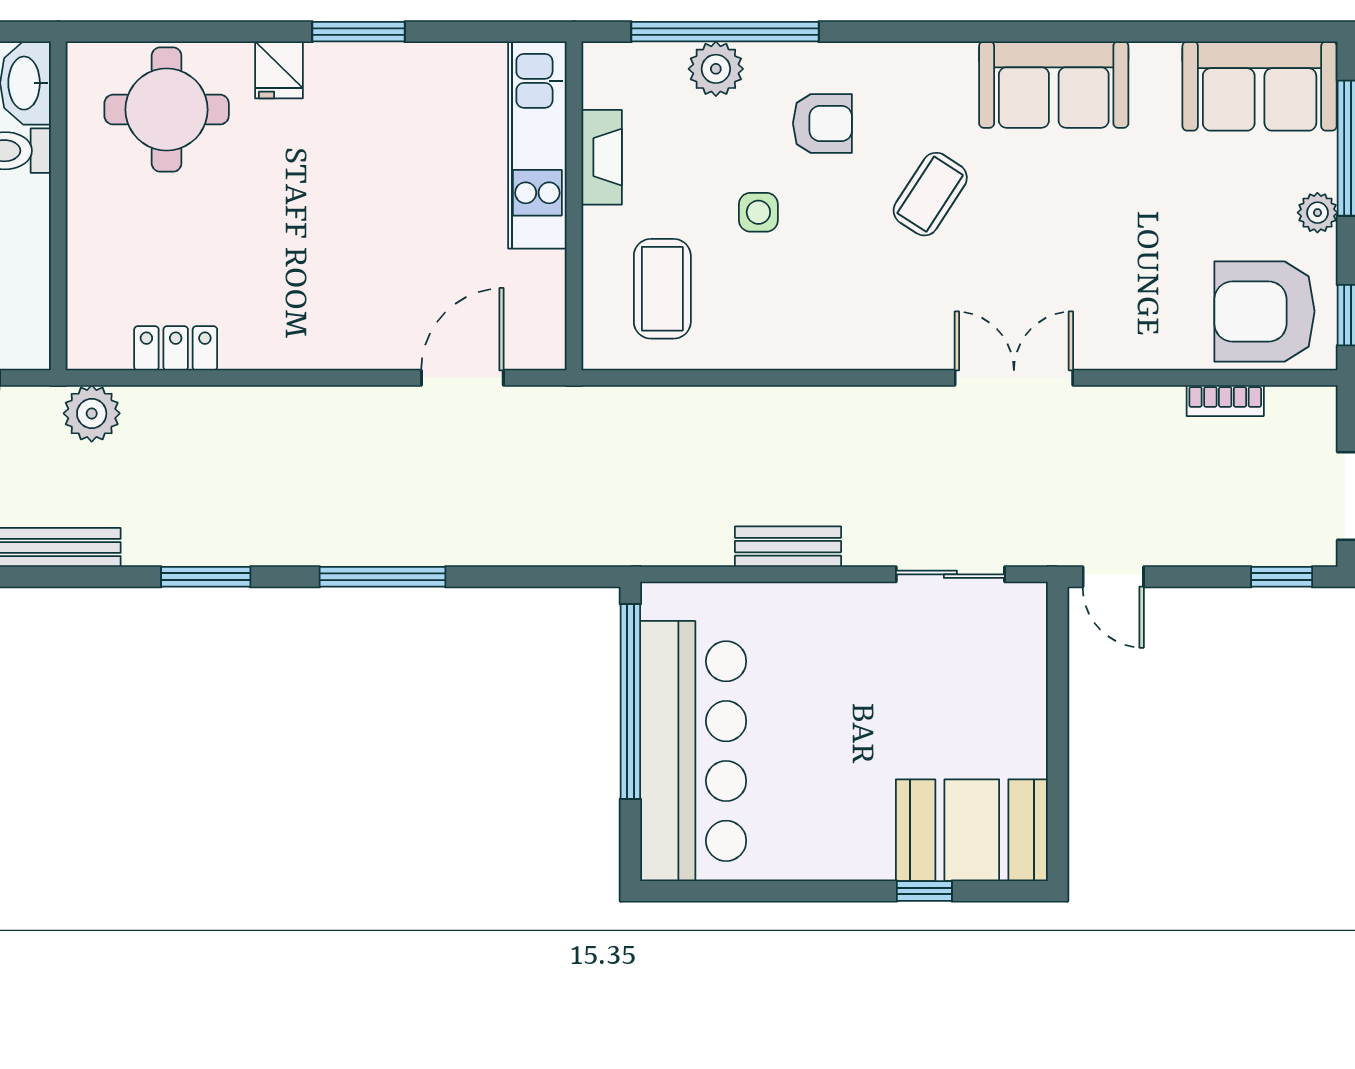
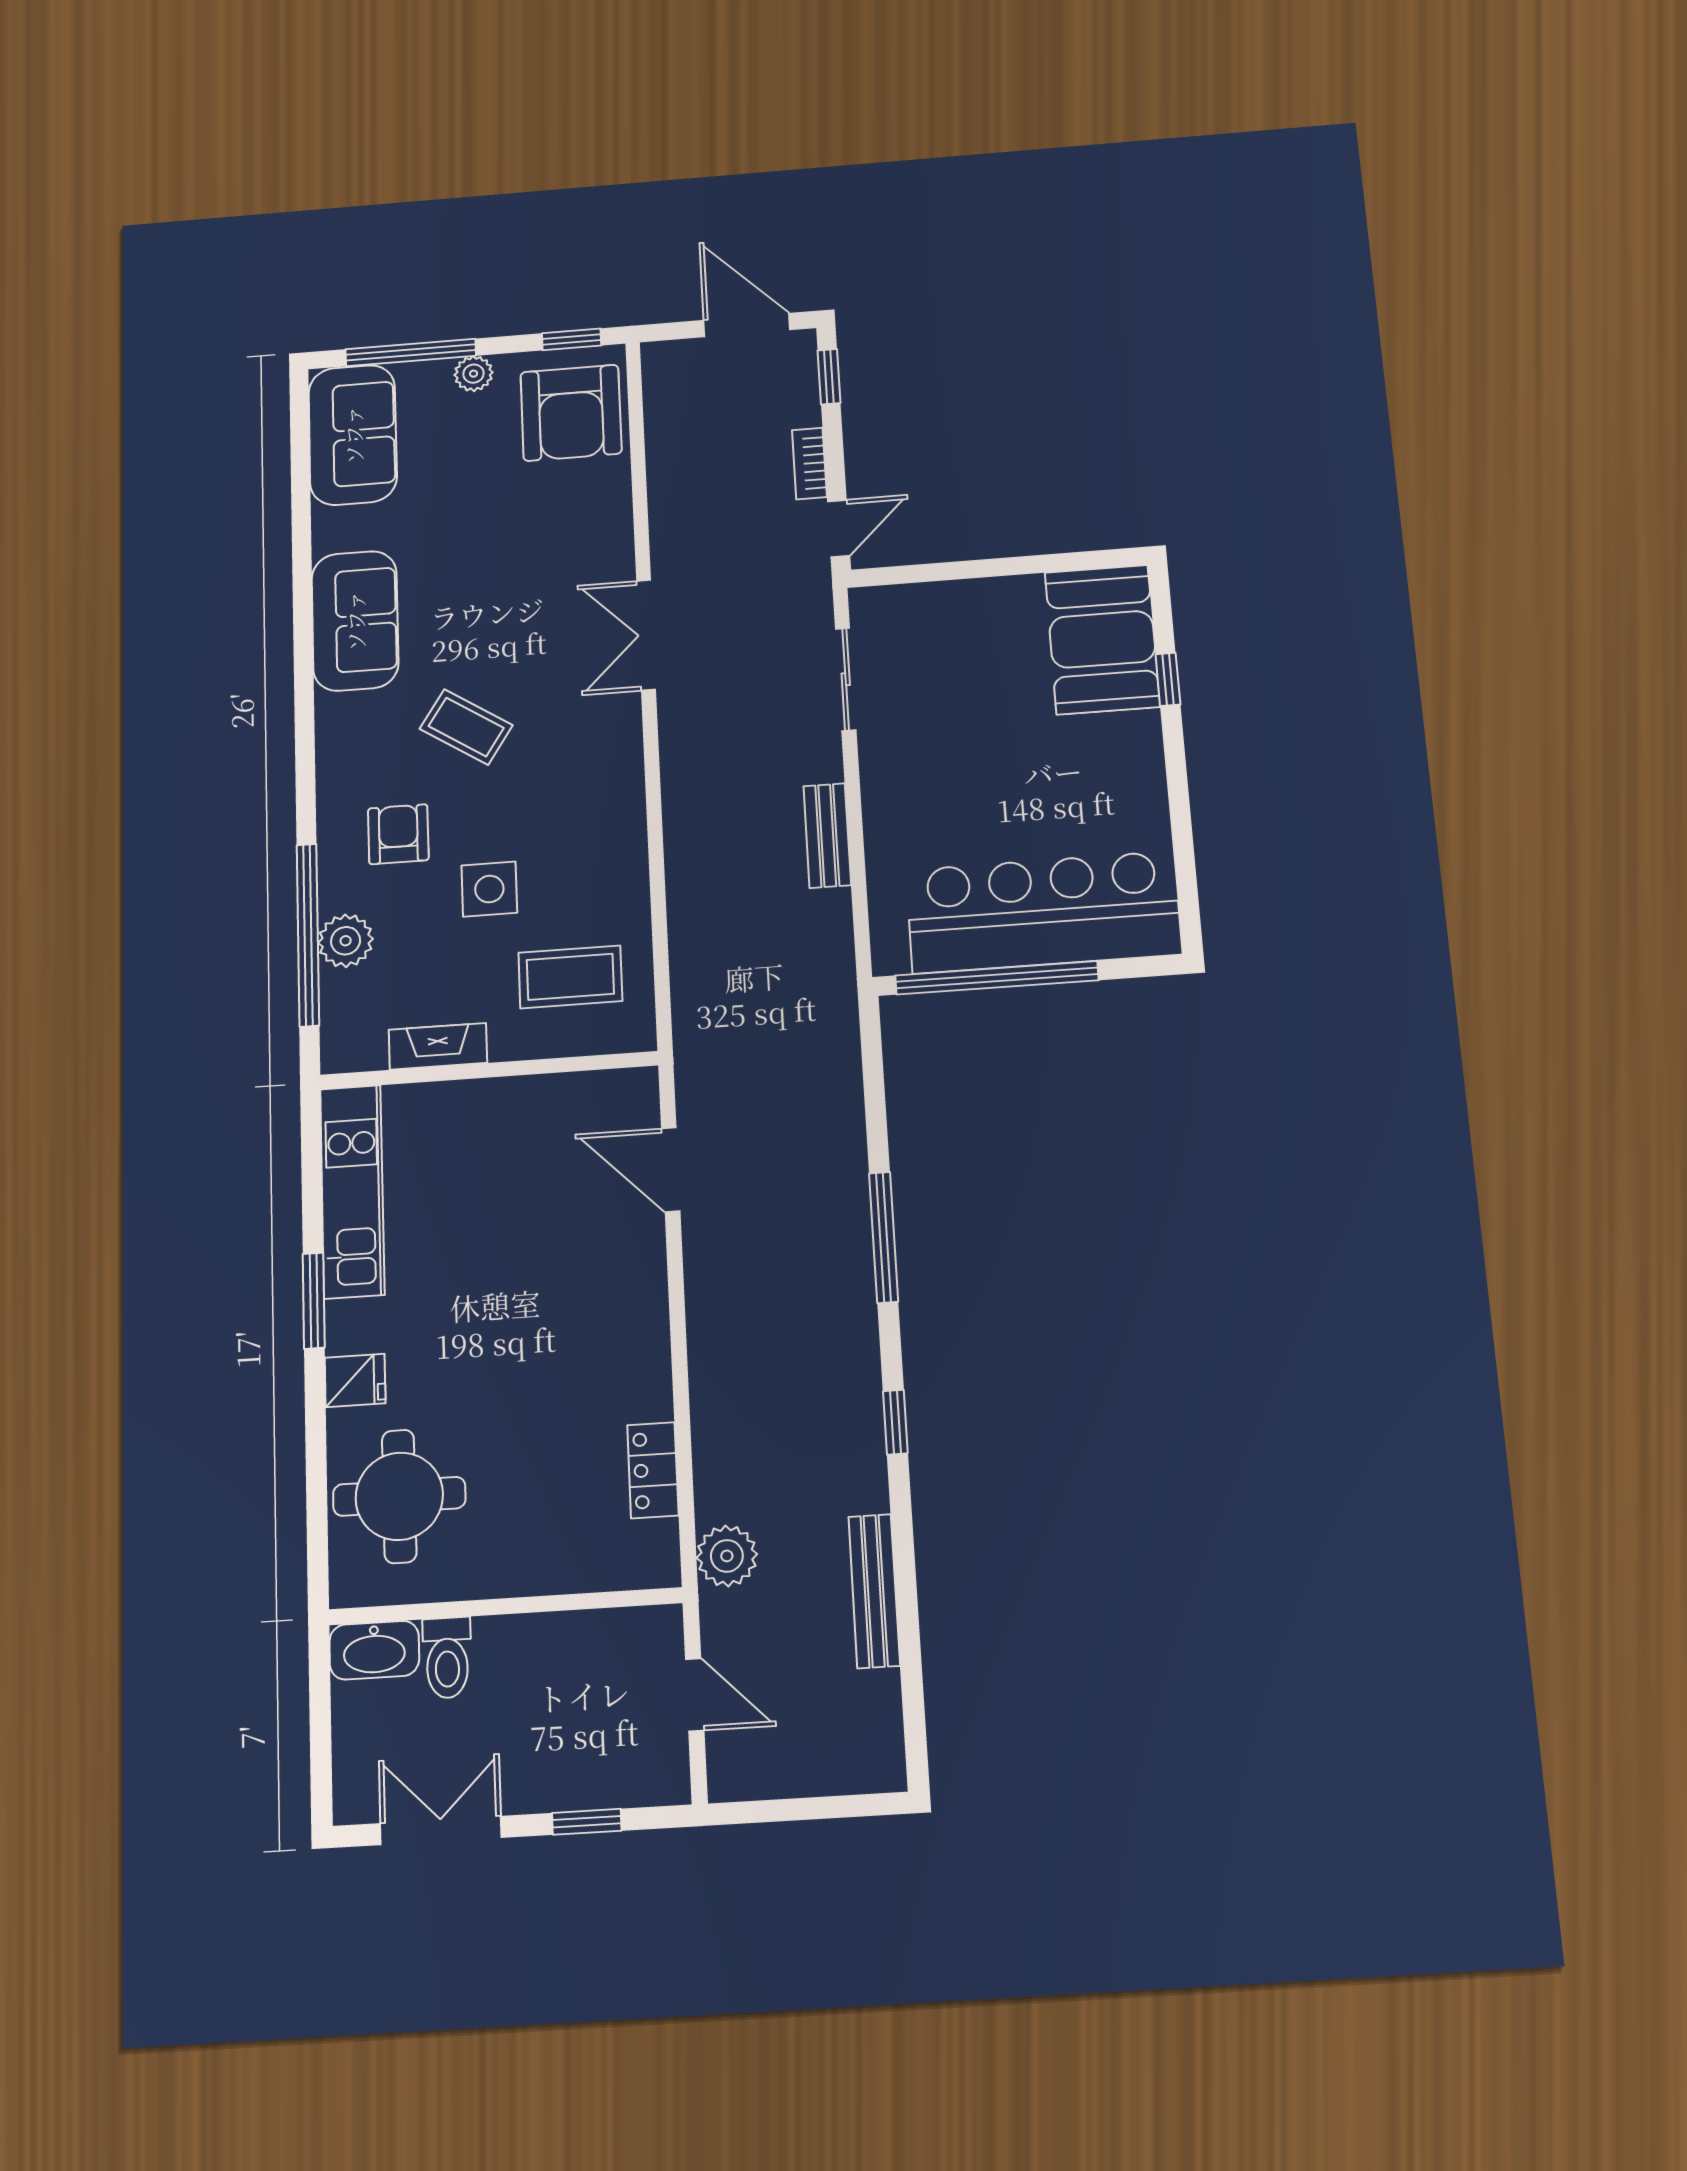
kitchen unit: (537, 145) -> (352, 1191), moved, turned -90
side table: (758, 212) -> (489, 889), width x1.37, depth x1.37
bookcase: (1225, 401) -> (809, 464), moved, turned 180
window: (206, 577) -> (895, 1422), width x0.67

